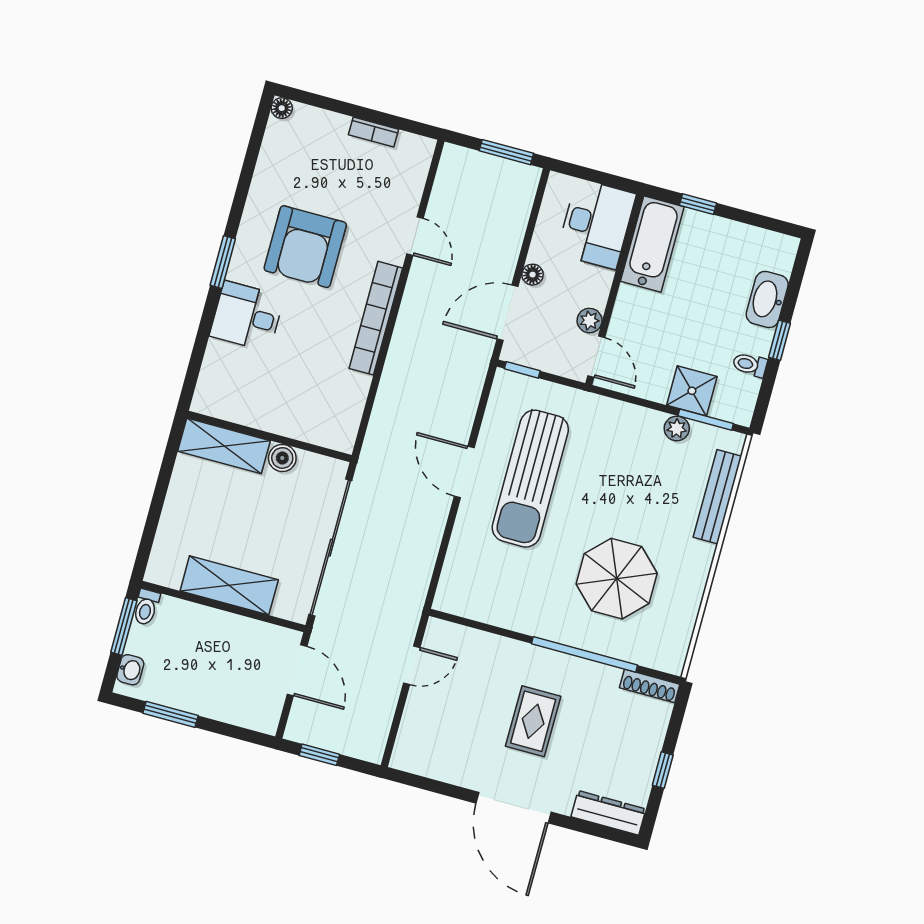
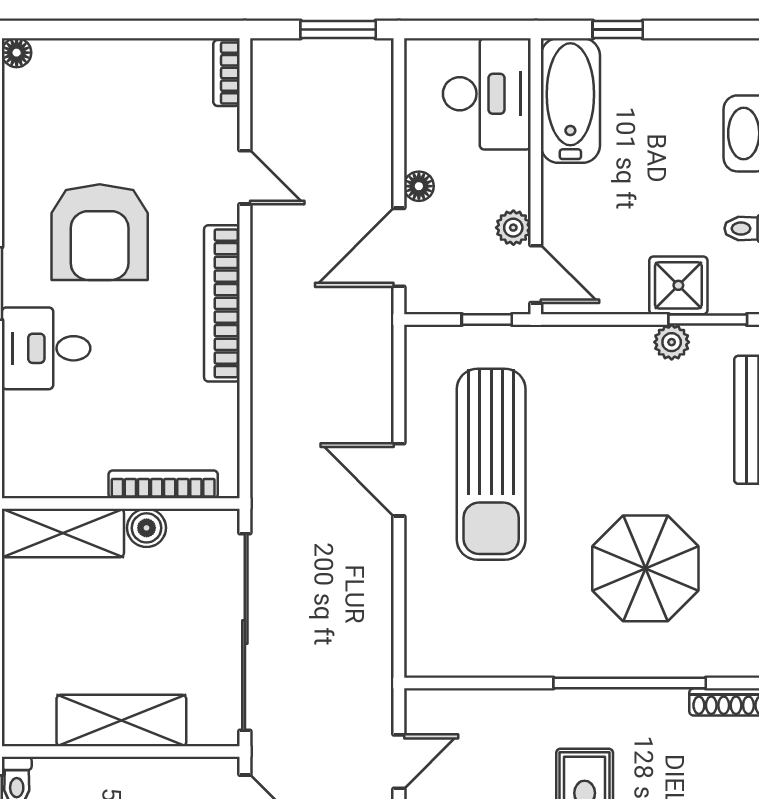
bookcase: (374, 132) -> (227, 73), moved, turned 90
window: (522, 370) -> (487, 319), moved
bookcase: (302, 431) -> (163, 484), added

